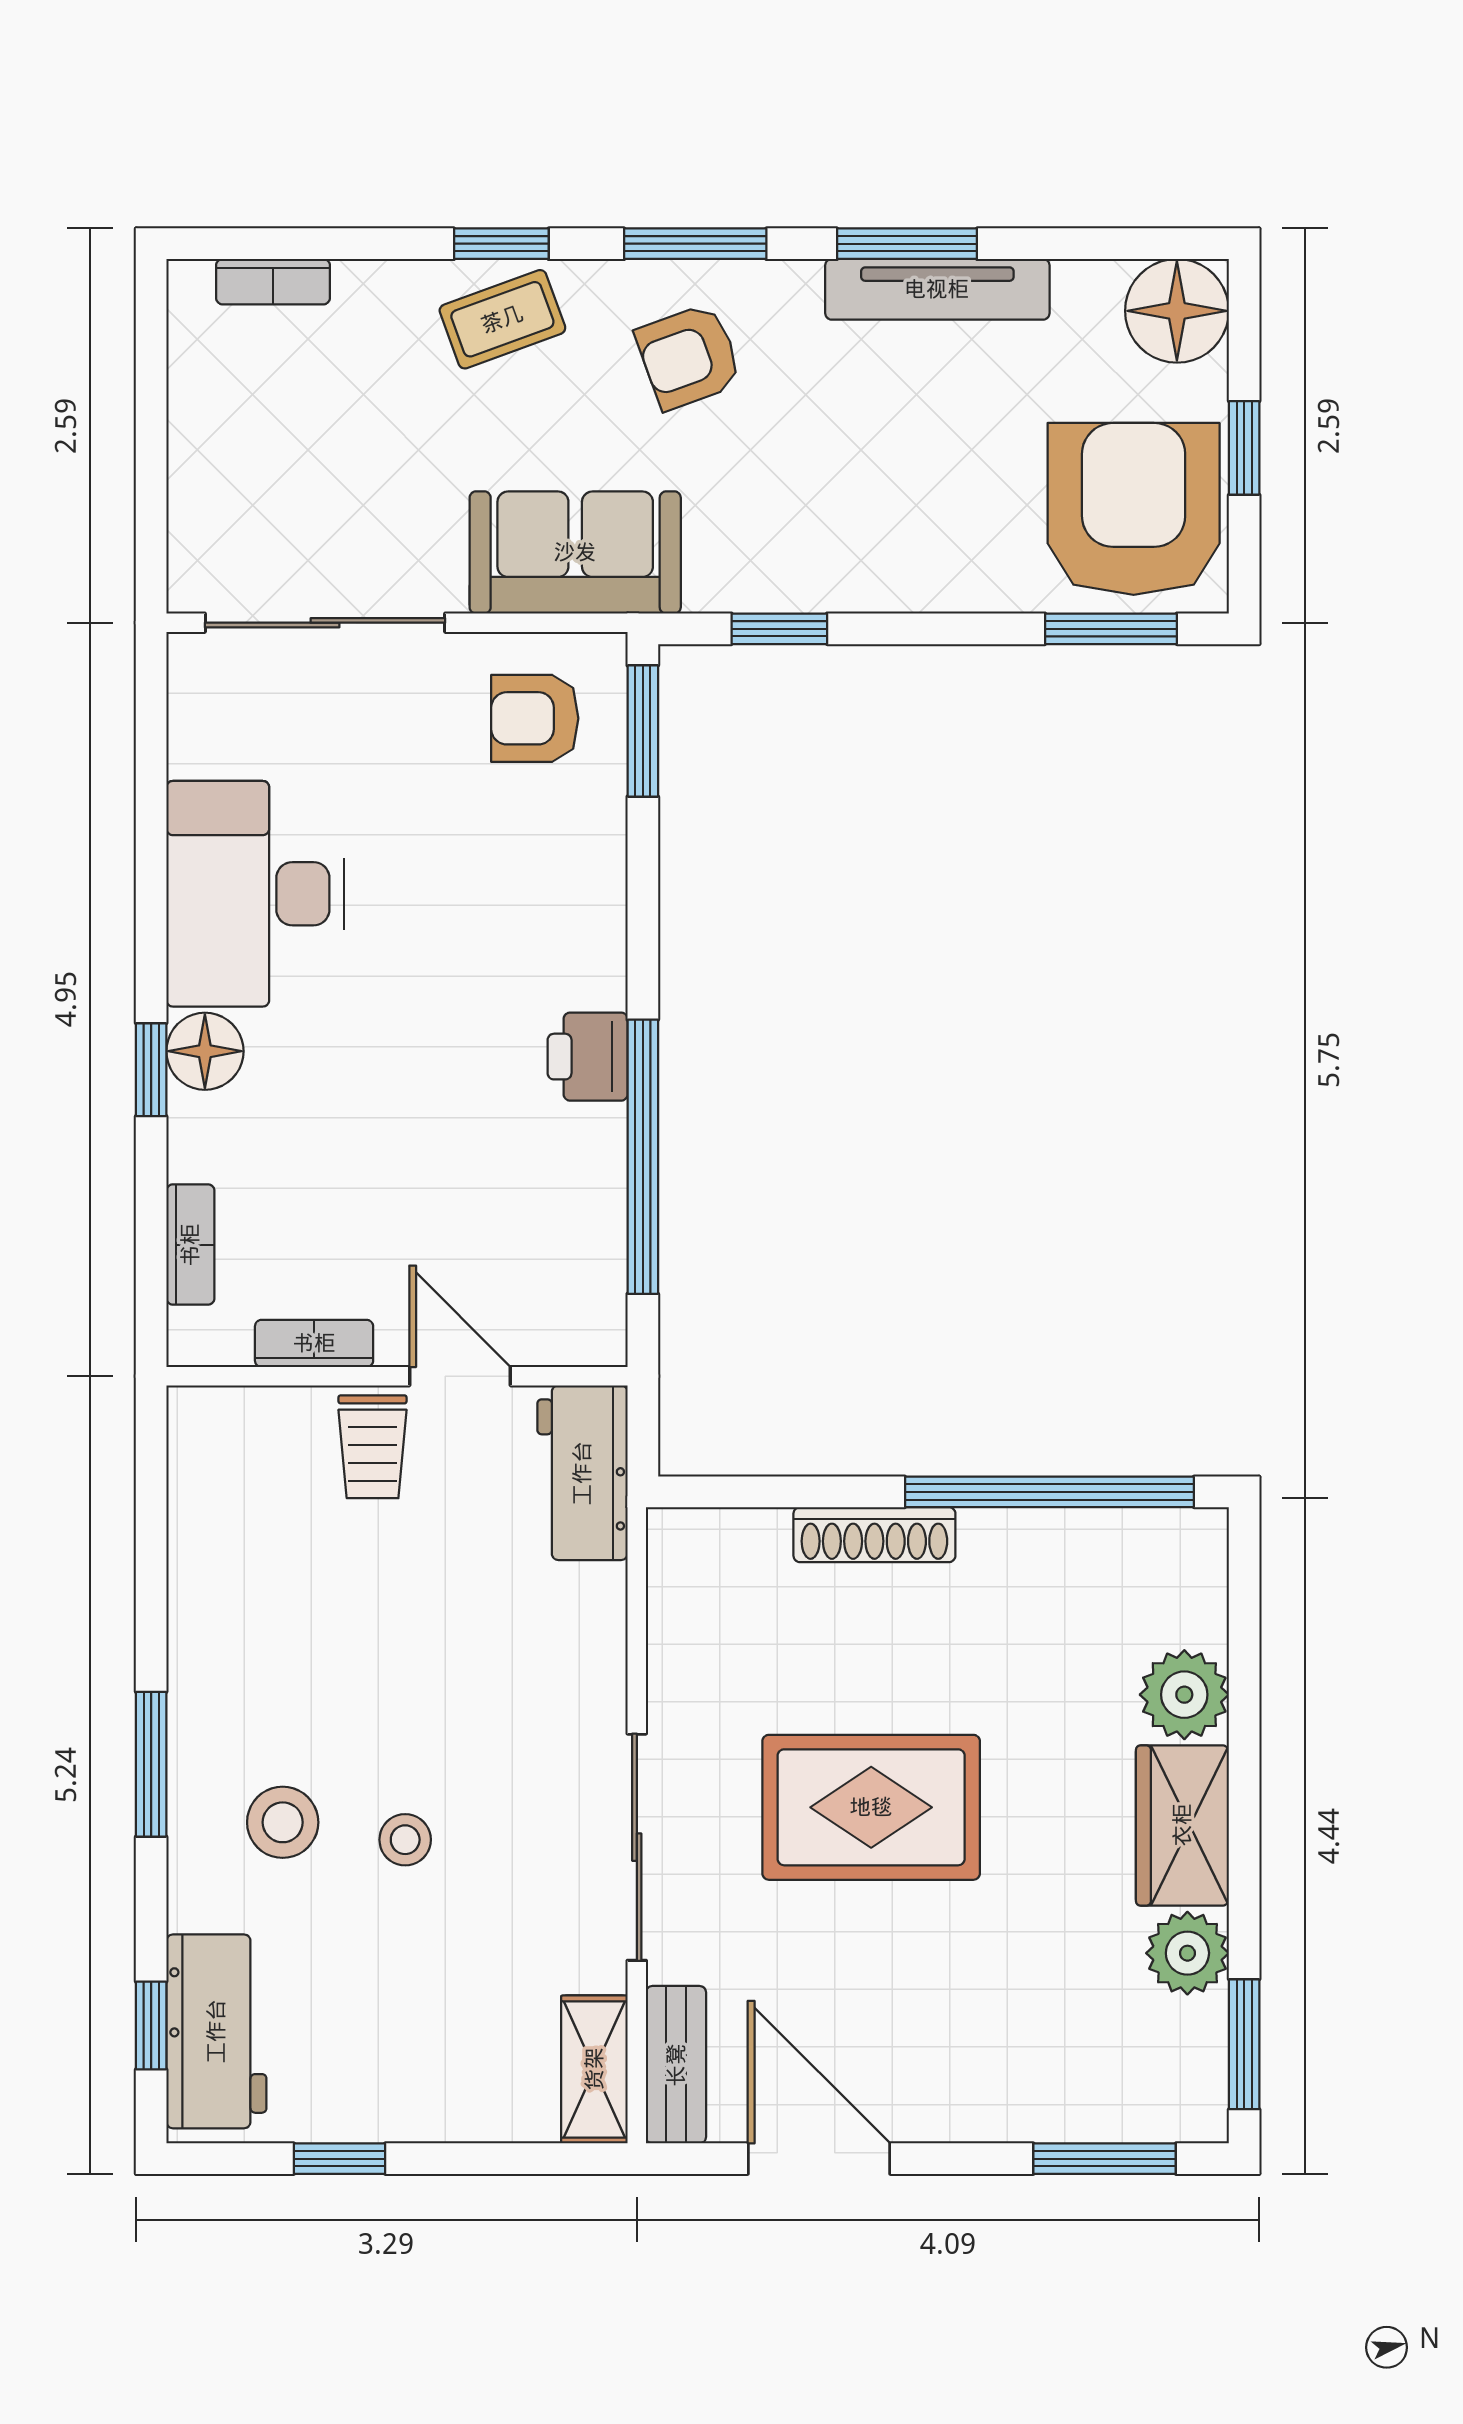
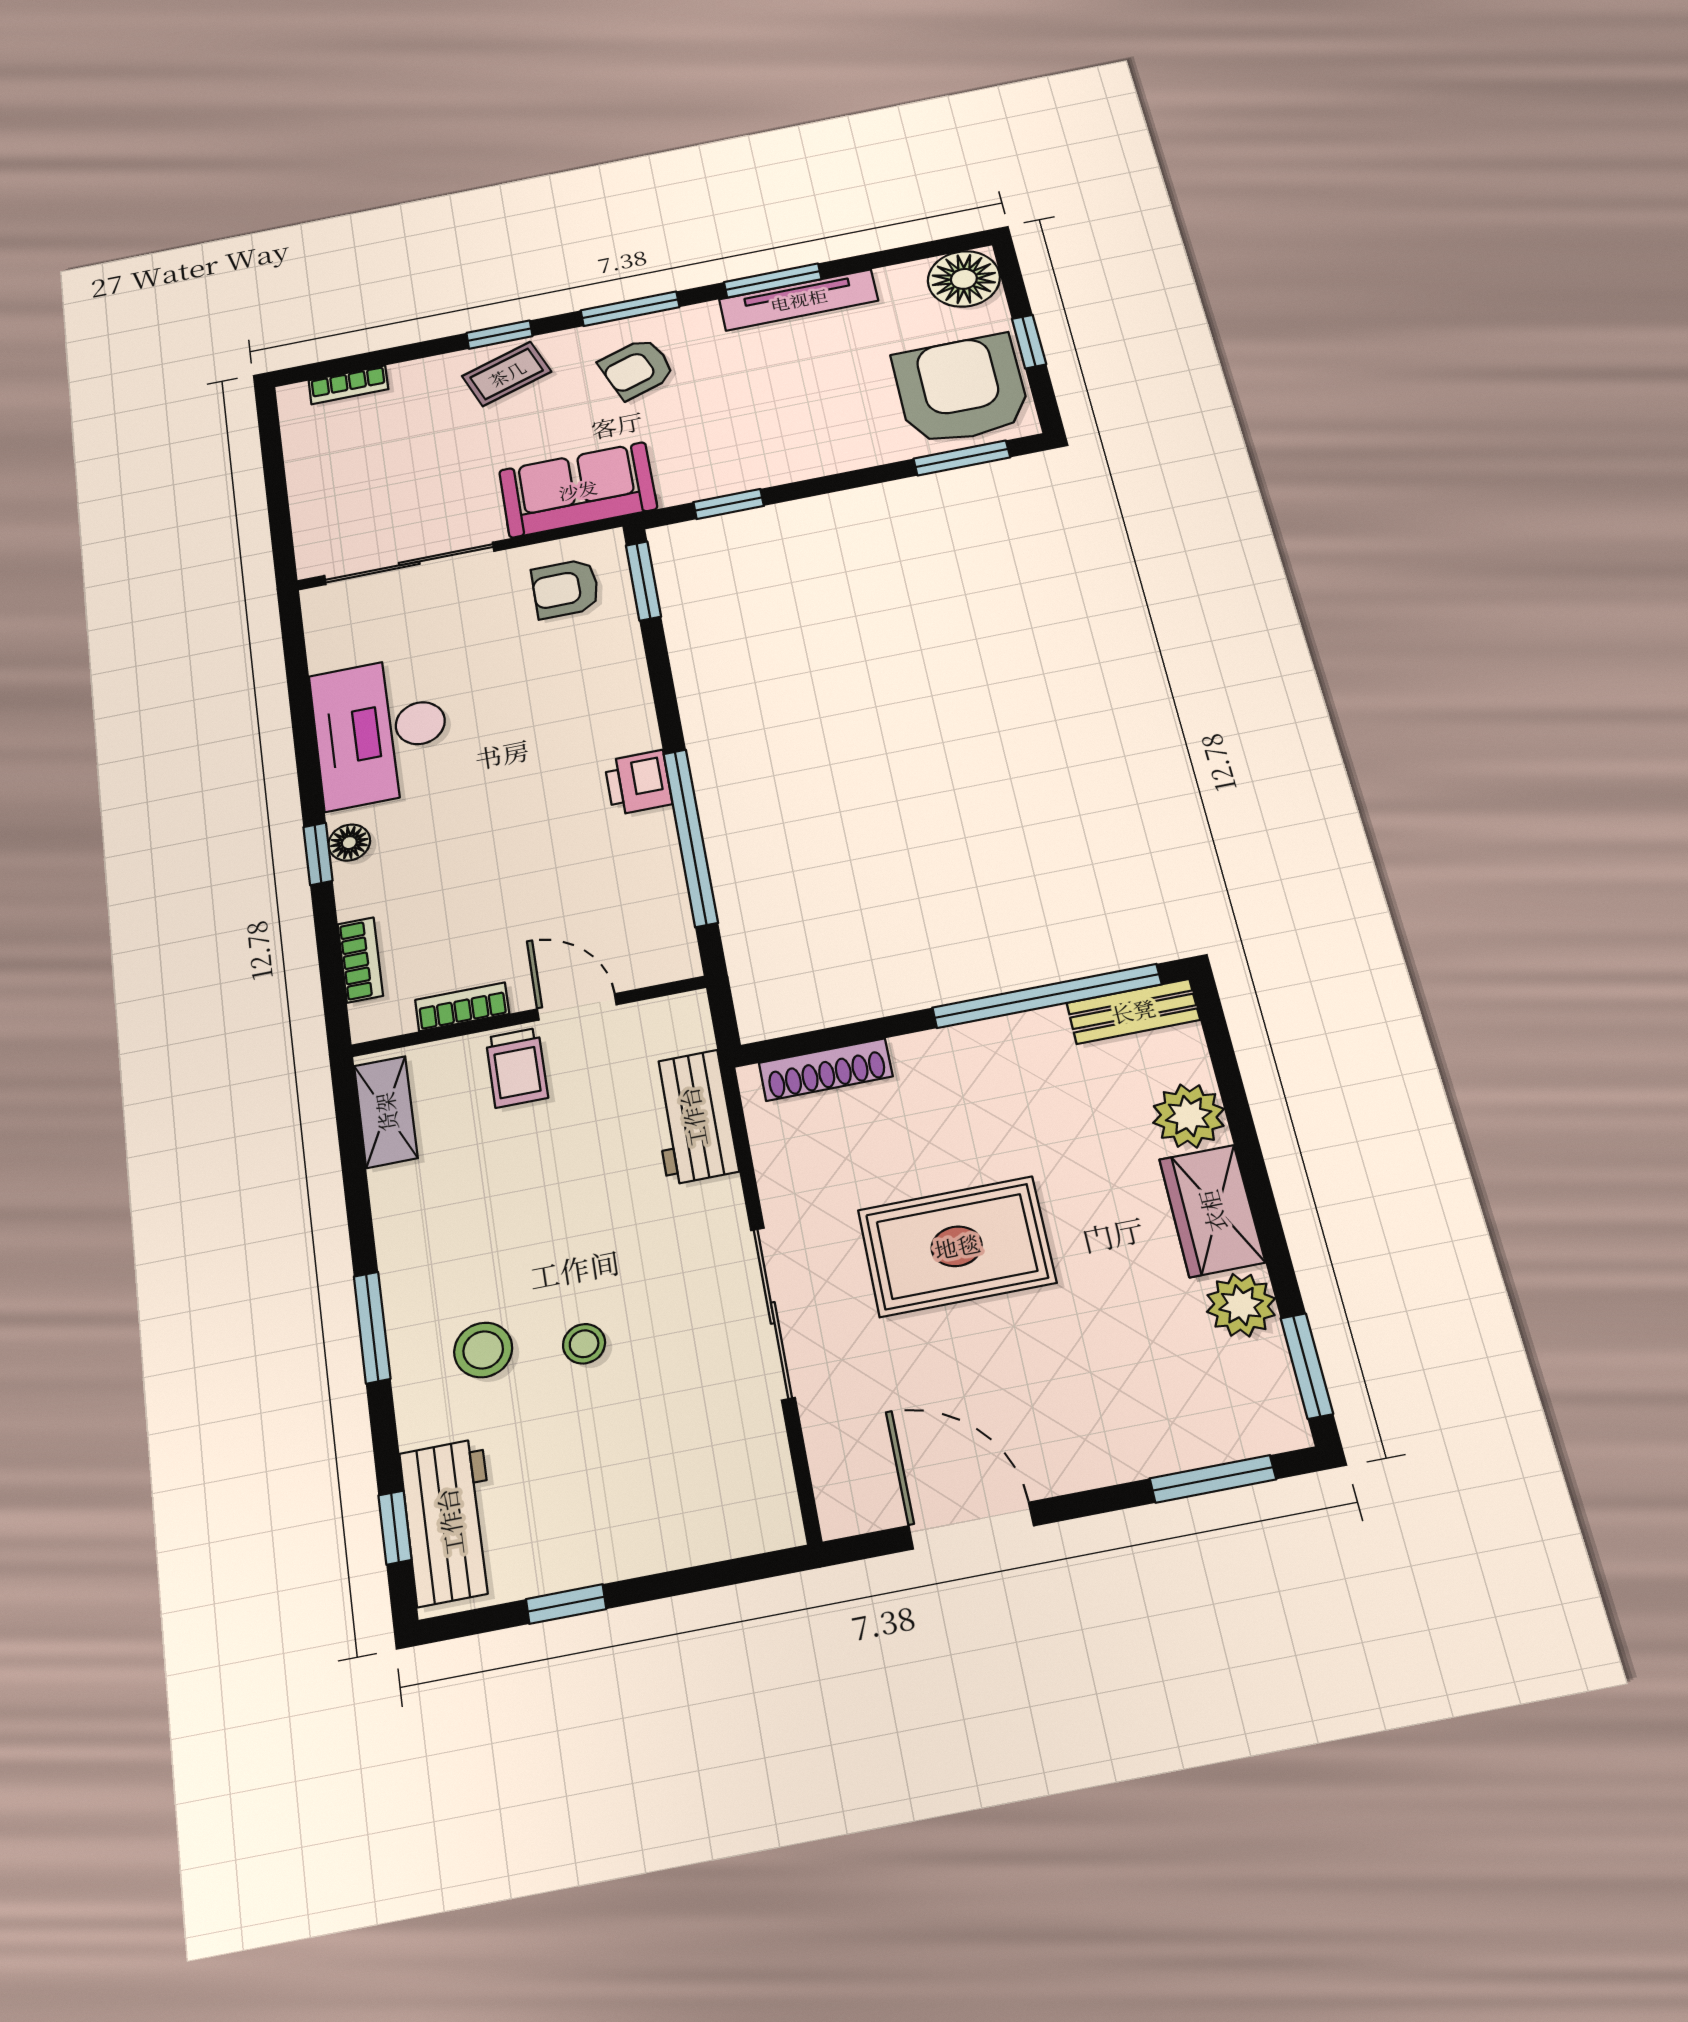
floor lamp: (205, 1051) -> (349, 843), width x0.73, depth x0.73
workbench: (582, 1473) -> (693, 1117), moved
shoe rack: (874, 1535) -> (826, 1070), moved
bench: (676, 2065) -> (1133, 1011), moved, turned 90
shelving: (594, 2069) -> (386, 1112), moved

